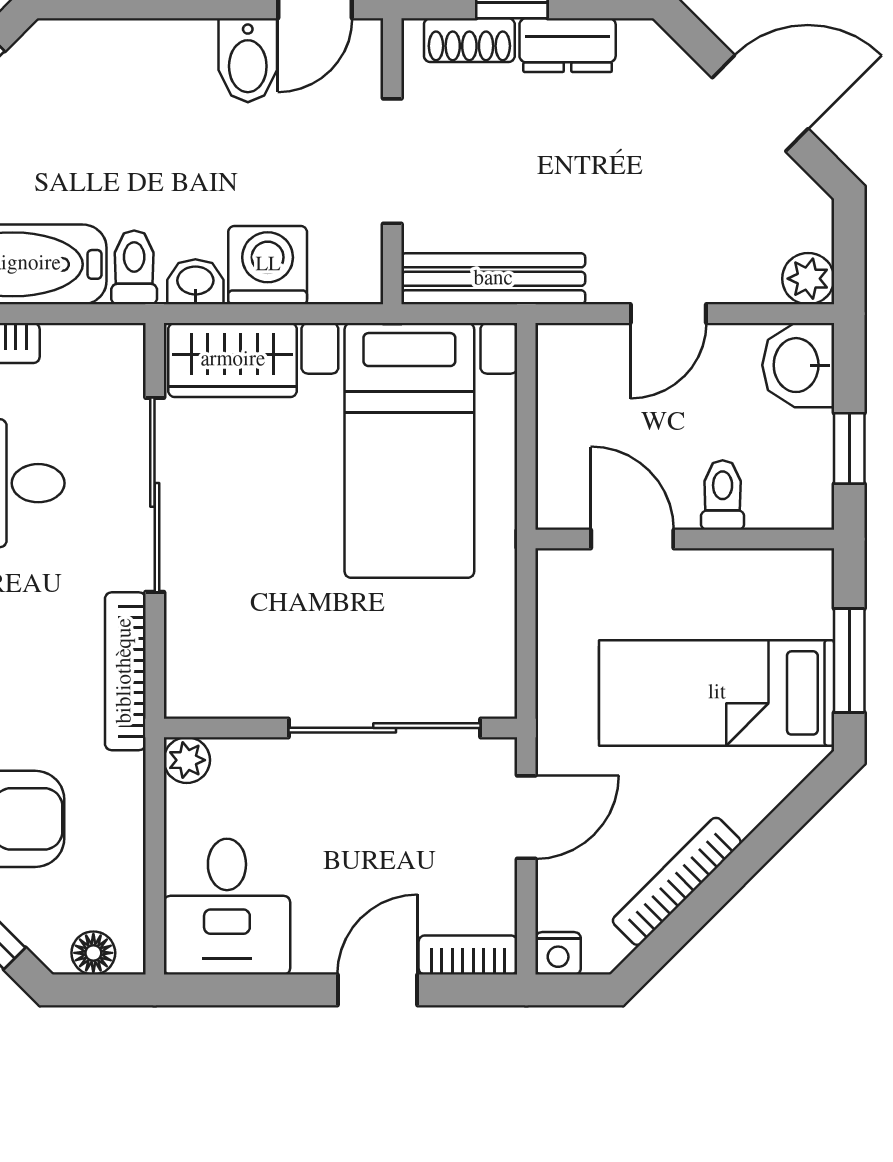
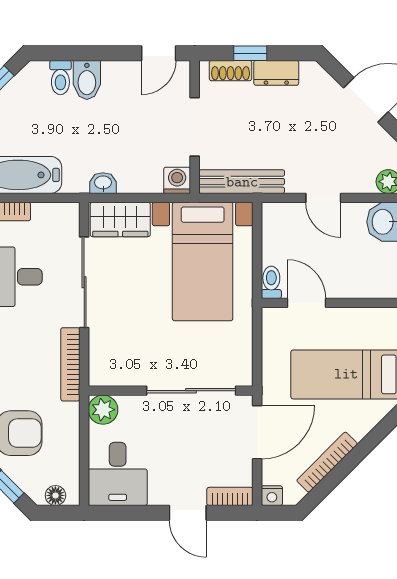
bidet: (248, 60) -> (87, 80), moved
washing machine: (268, 265) -> (177, 180), moved, width x0.73, depth x0.73
toilet: (134, 267) -> (60, 78), moved, turned 180
door: (668, 314) -> (323, 198), hinge flipped
toilet: (723, 495) -> (271, 282), moved
plant: (187, 760) -> (103, 410), width x1.38, depth x1.38
door: (526, 817) -> (257, 432), width x1.38
door: (378, 990) -> (188, 513), swing flipped

